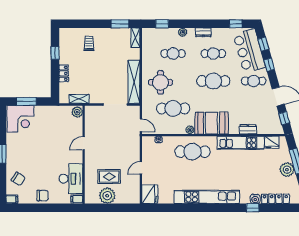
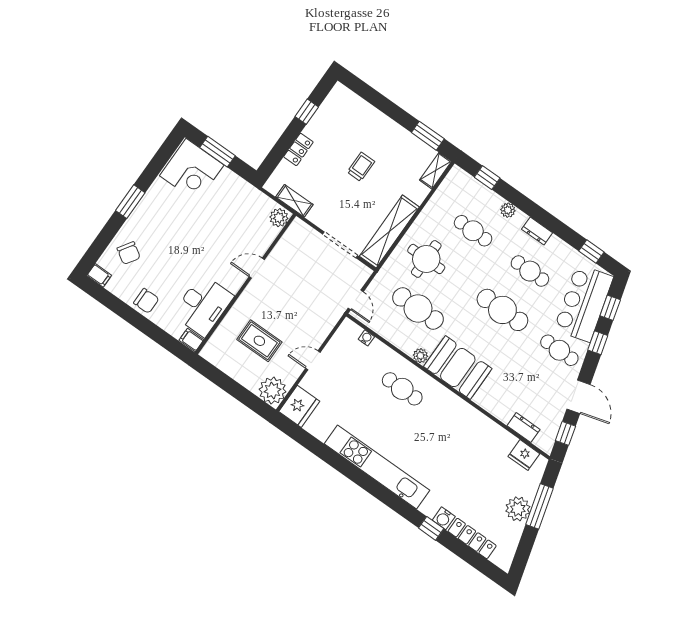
trolley: (89, 43) -> (361, 167), moved
dresser: (248, 129) -> (524, 428), moved
kitchen unit: (241, 143) -> (479, 425), removed
cafe table: (192, 152) -> (402, 389), width x0.73, depth x0.74
plant: (107, 196) -> (273, 391), moved

